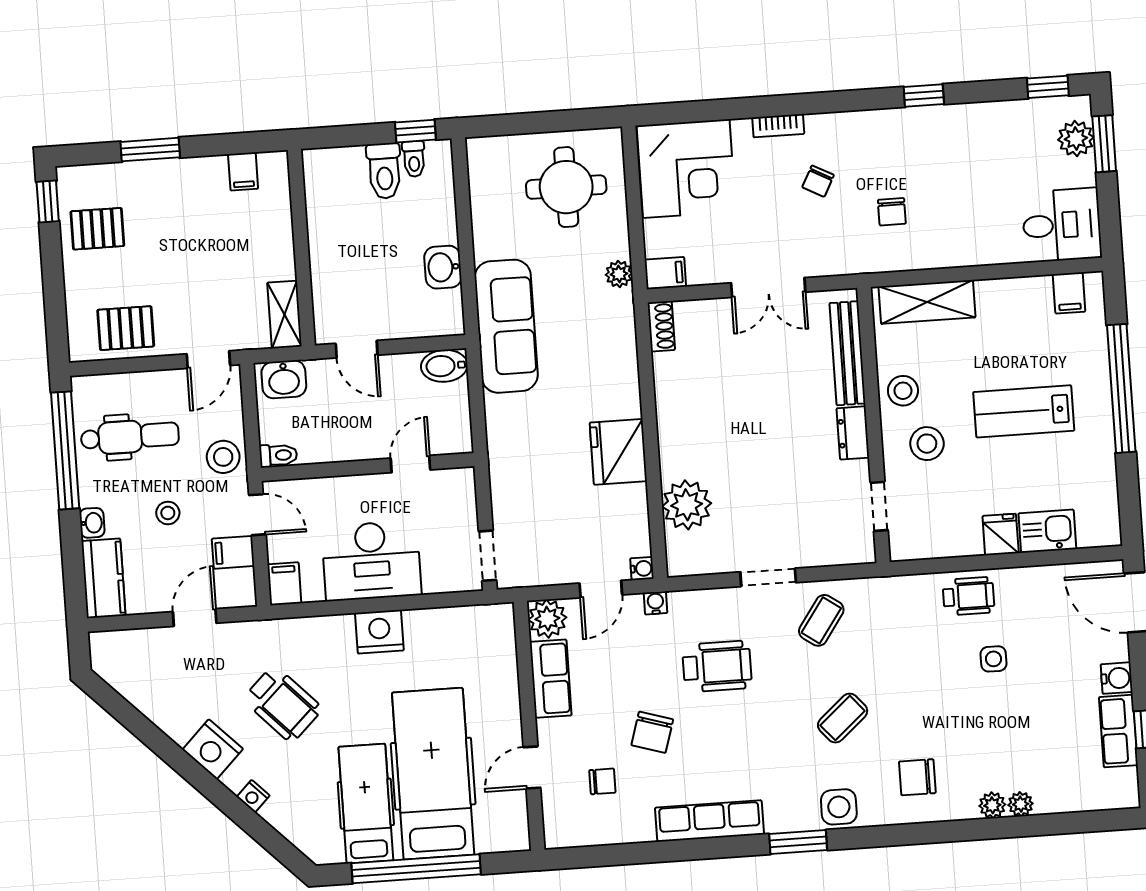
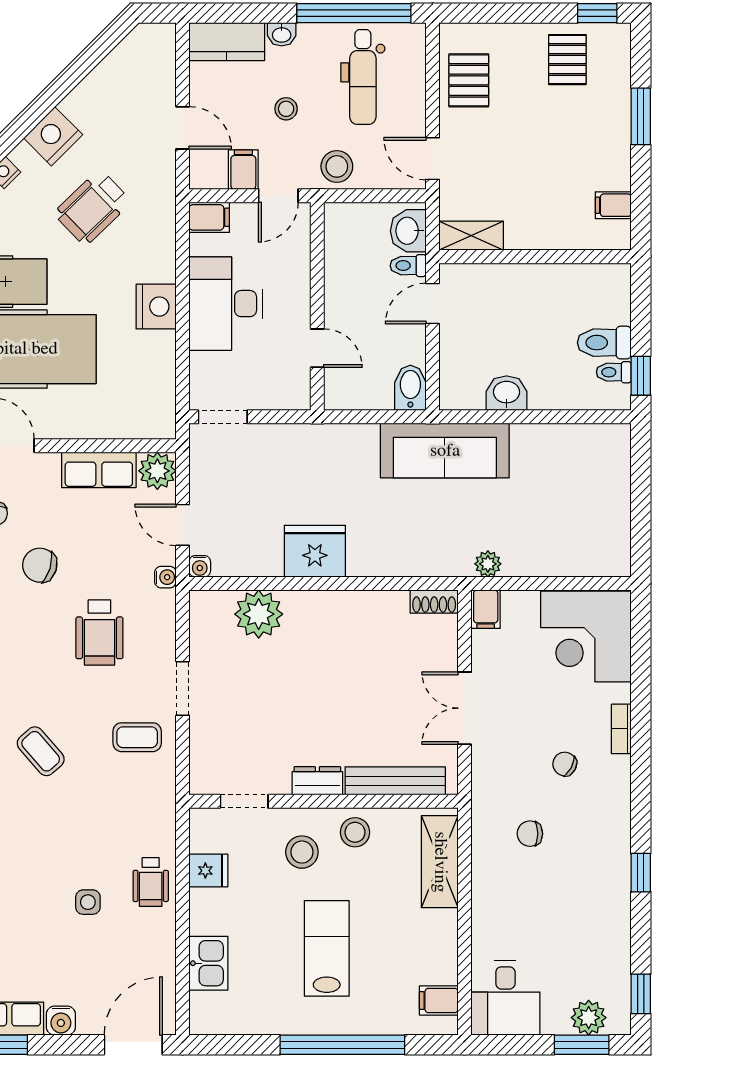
round table: (566, 187) -> (576, 519), removed
toilet: (278, 455) -> (408, 266), moved, turned 90
fridge: (1001, 535) -> (208, 871), moved
coffee table: (821, 620) -> (137, 737), turned -35

